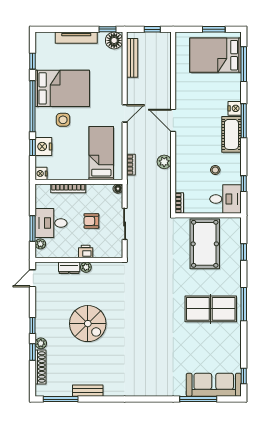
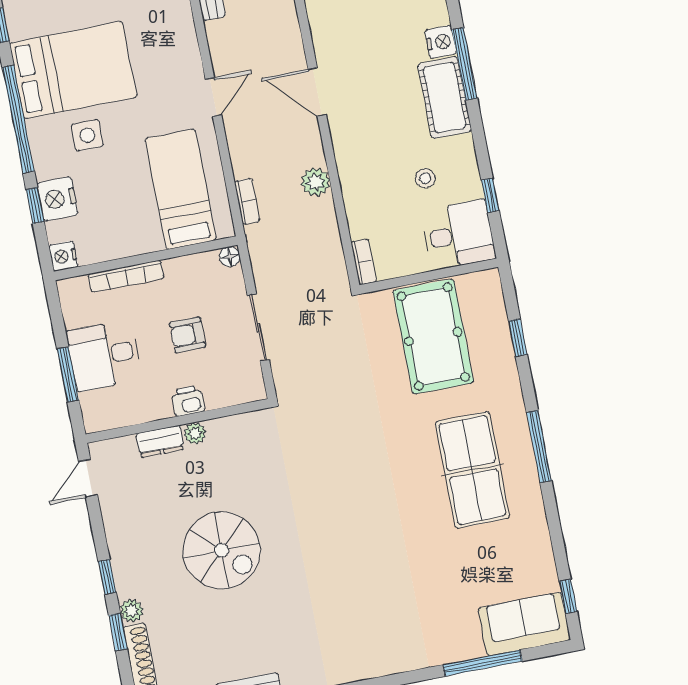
plant: (40, 244) -> (90, 403), removed
table tennis table: (211, 309) -> (472, 470), turned 90
sofa: (214, 385) -> (524, 624), width x0.73

